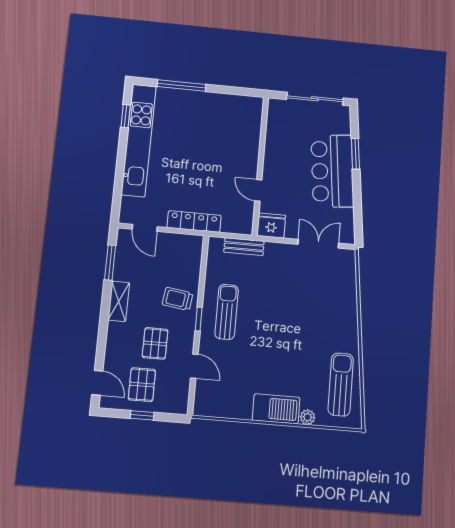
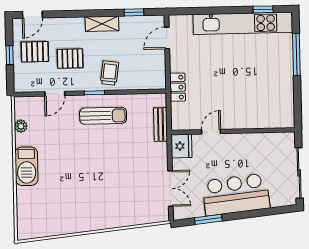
window: (355, 154) -> (208, 219), moved
locker: (194, 221) -> (178, 87), width x0.66
window: (110, 263) -> (134, 12), width x0.67
sun lounger: (341, 384) -> (52, 219), removed
plant: (308, 417) -> (21, 126), moved

